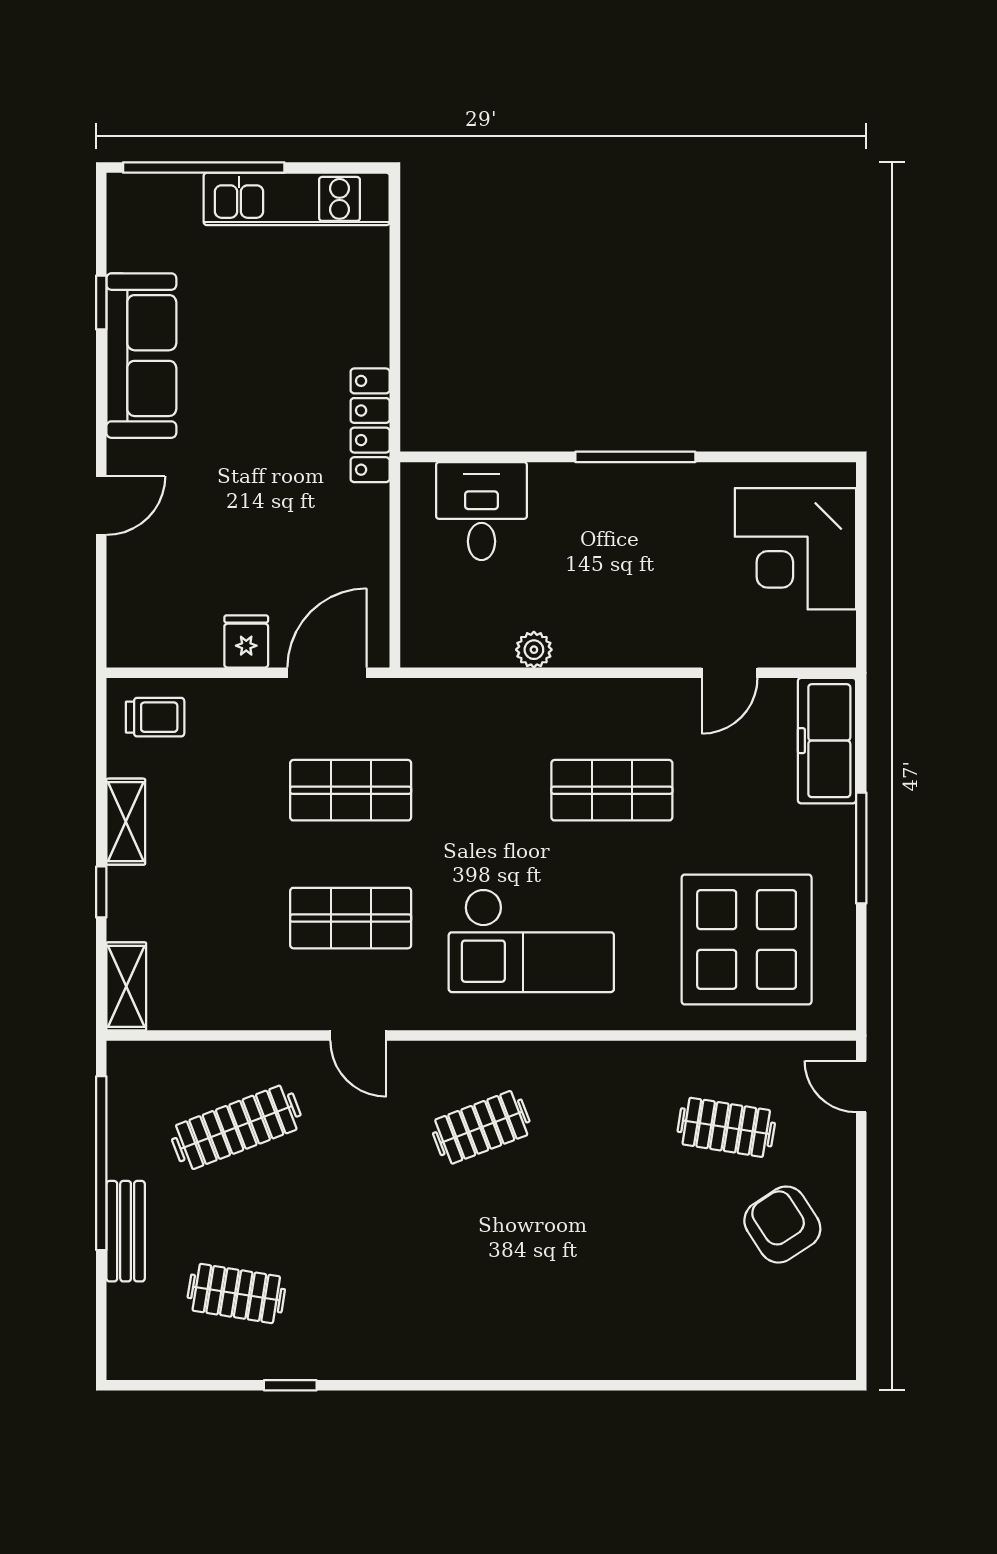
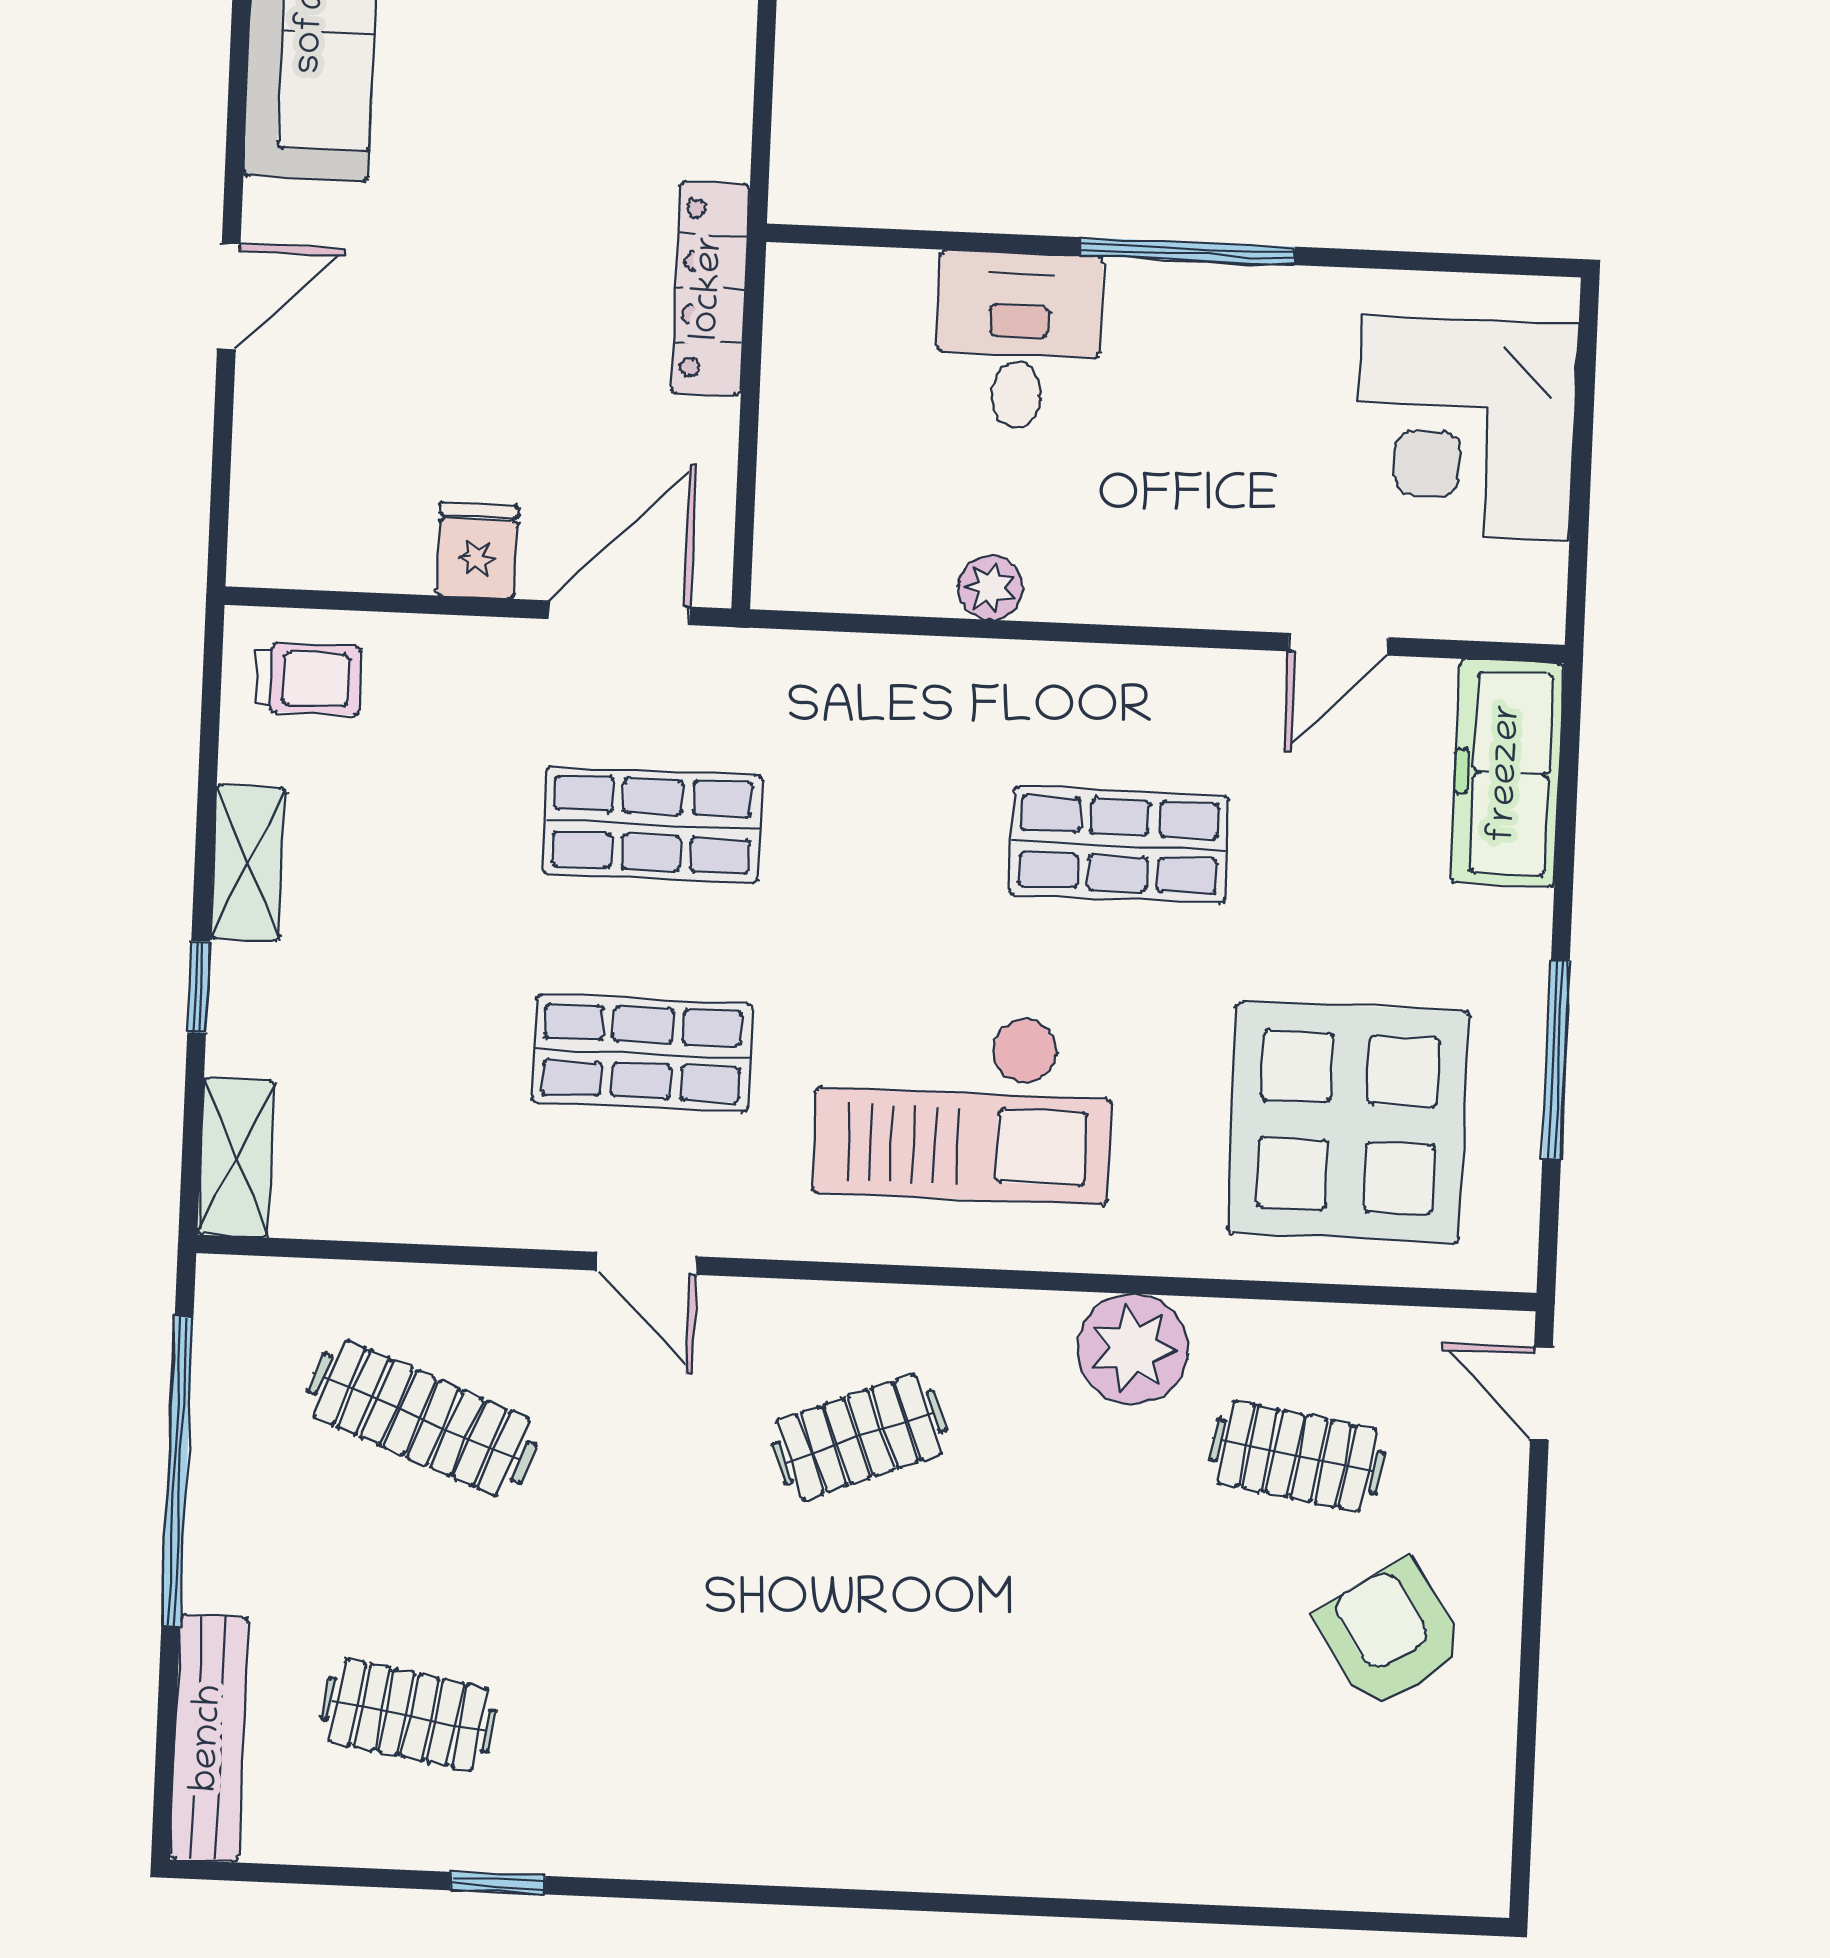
locker: (370, 425) -> (710, 288), moved
desk: (481, 511) -> (1018, 341), moved
window: (861, 848) -> (1556, 1060), moved
plant: (632, 1072) -> (1133, 1349), added
clothes rail: (236, 1127) -> (422, 1418), turned 42
bench: (126, 1231) -> (209, 1738), moved, width x1.36

